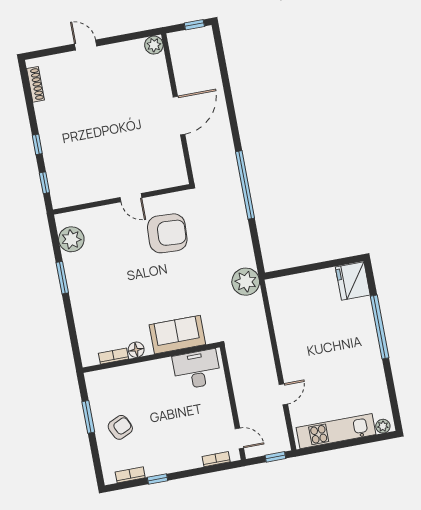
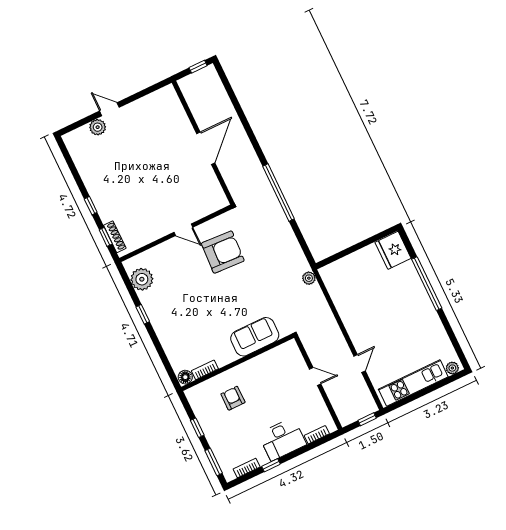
plant: (154, 45) -> (98, 127), moved
shoe rack: (36, 84) -> (115, 237), moved
window: (62, 278) -> (143, 314), width x0.67
plant: (246, 282) -> (309, 278), width x0.53, depth x0.53
floor lamp: (136, 350) -> (185, 377), moved
desk: (197, 369) -> (282, 439), moved, turned 180
window: (88, 417) -> (197, 428), width x0.67
armchair: (120, 427) -> (233, 398), moved, turned -65
door: (239, 438) -> (315, 376), moved
window: (96, 459) -> (214, 462), added

